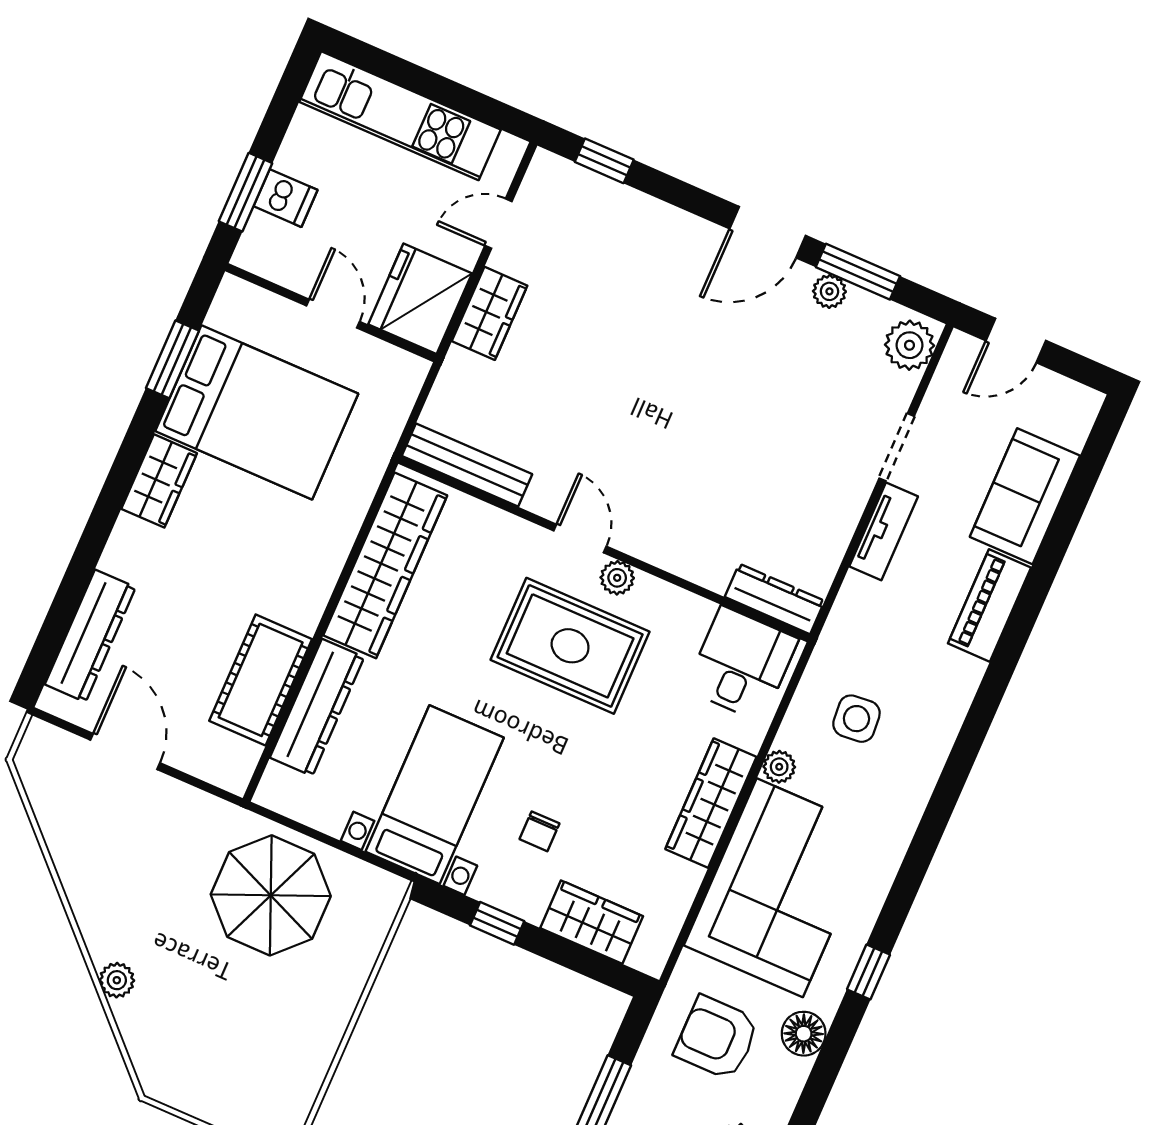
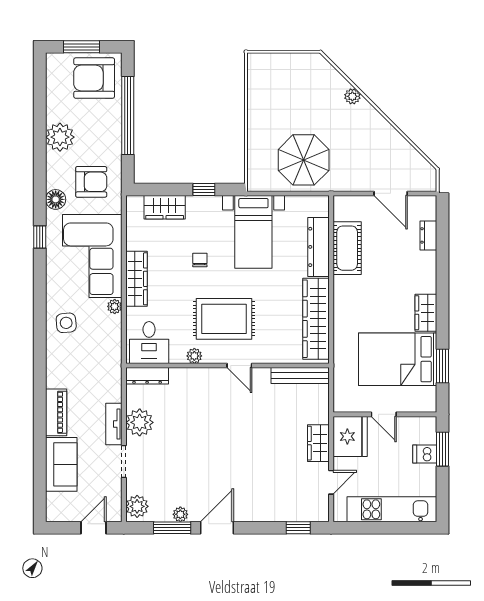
plant: (831, 512) -> (140, 422), added
plant: (617, 578) -> (194, 356), moved
dresser: (90, 636) -> (428, 235), width x0.51, depth x0.80
side table: (856, 719) -> (66, 323), moved
chair: (539, 831) -> (200, 260), moved

